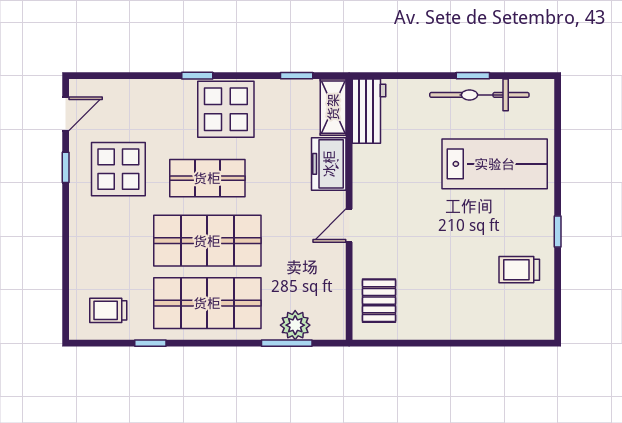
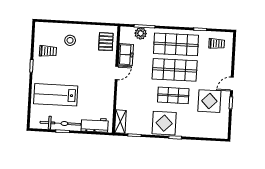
workbench: (369, 111) -> (95, 125), moved, turned 90
door: (66, 114) -> (232, 84), moved
freezer: (329, 164) -> (126, 55), moved
stool: (467, 299) -> (70, 40), added

